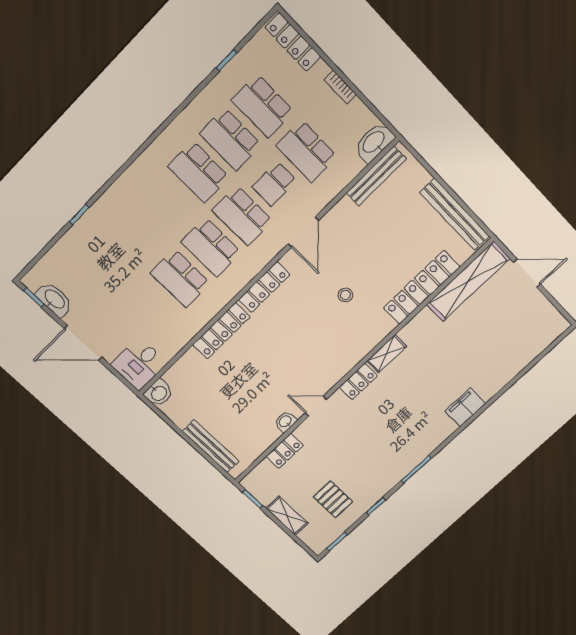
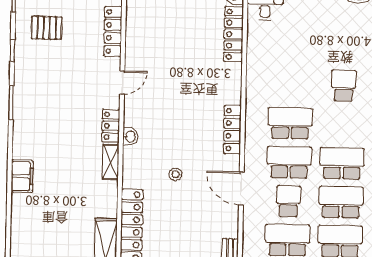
school desk: (180, 278) -> (344, 86), moved, width x0.54
locker: (221, 331) -> (234, 34), moved
washbasin: (285, 422) -> (130, 137), moved
locker: (285, 451) -> (113, 31), width x1.53

